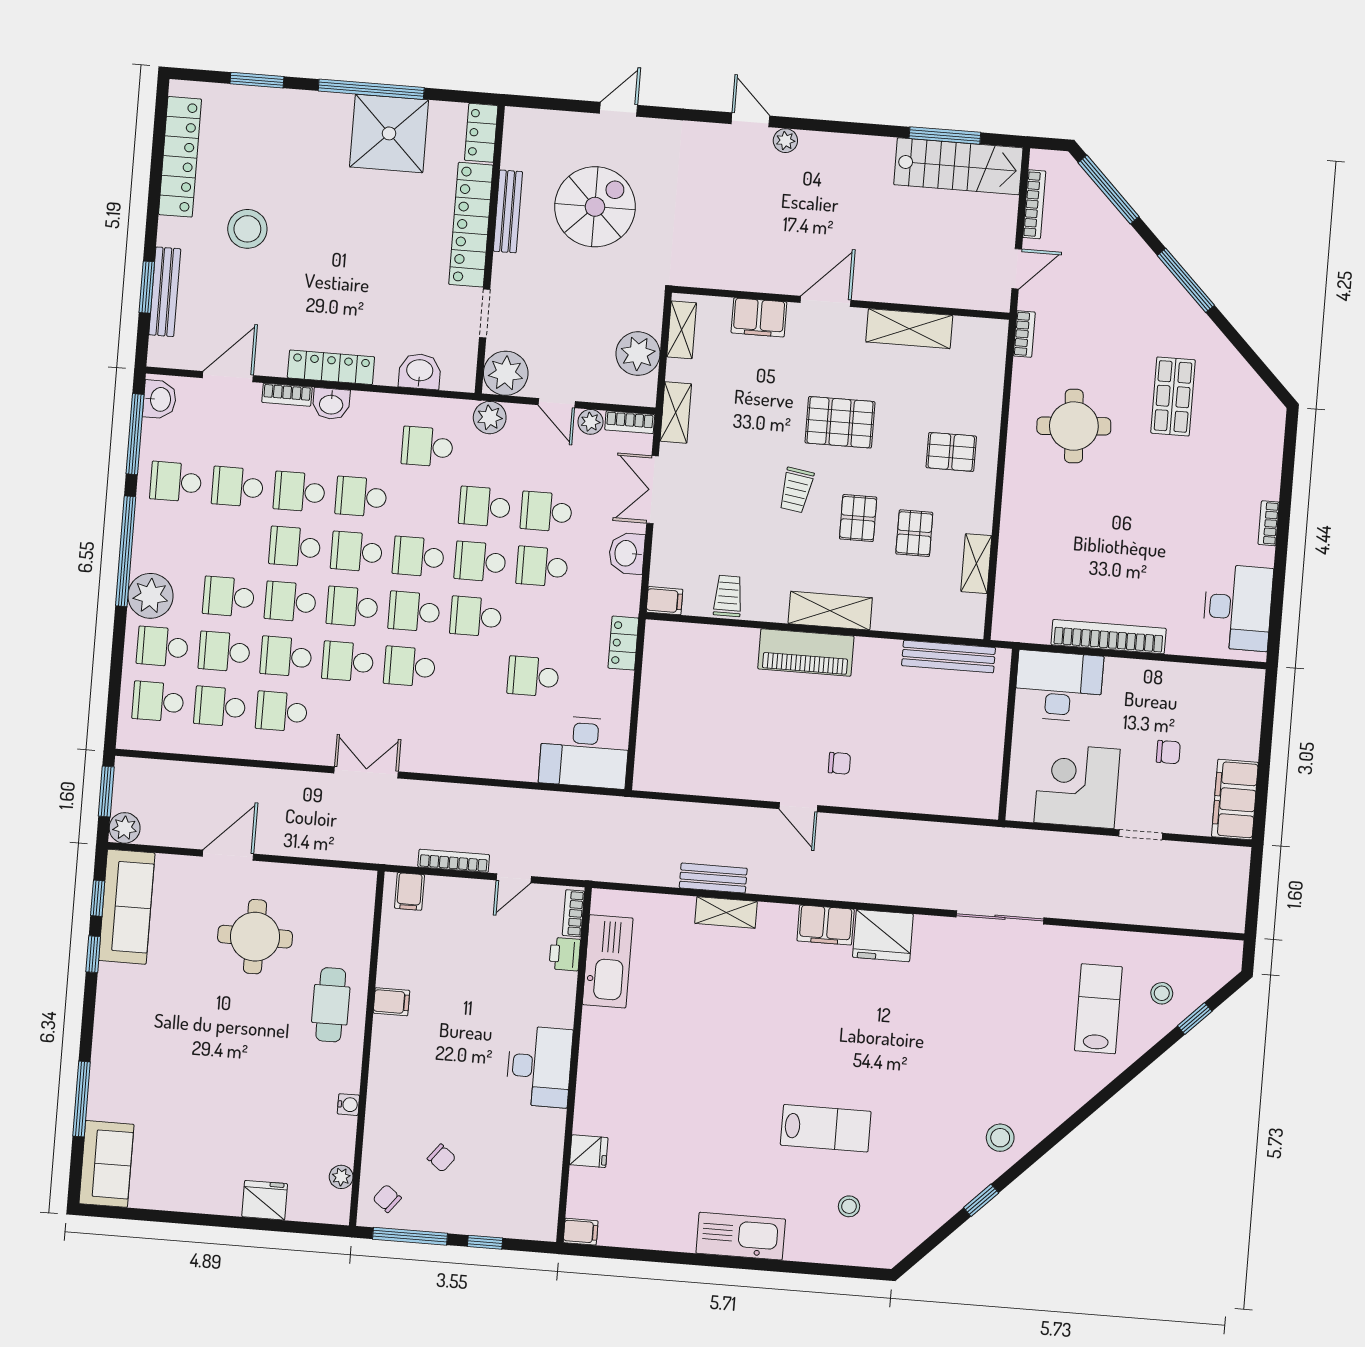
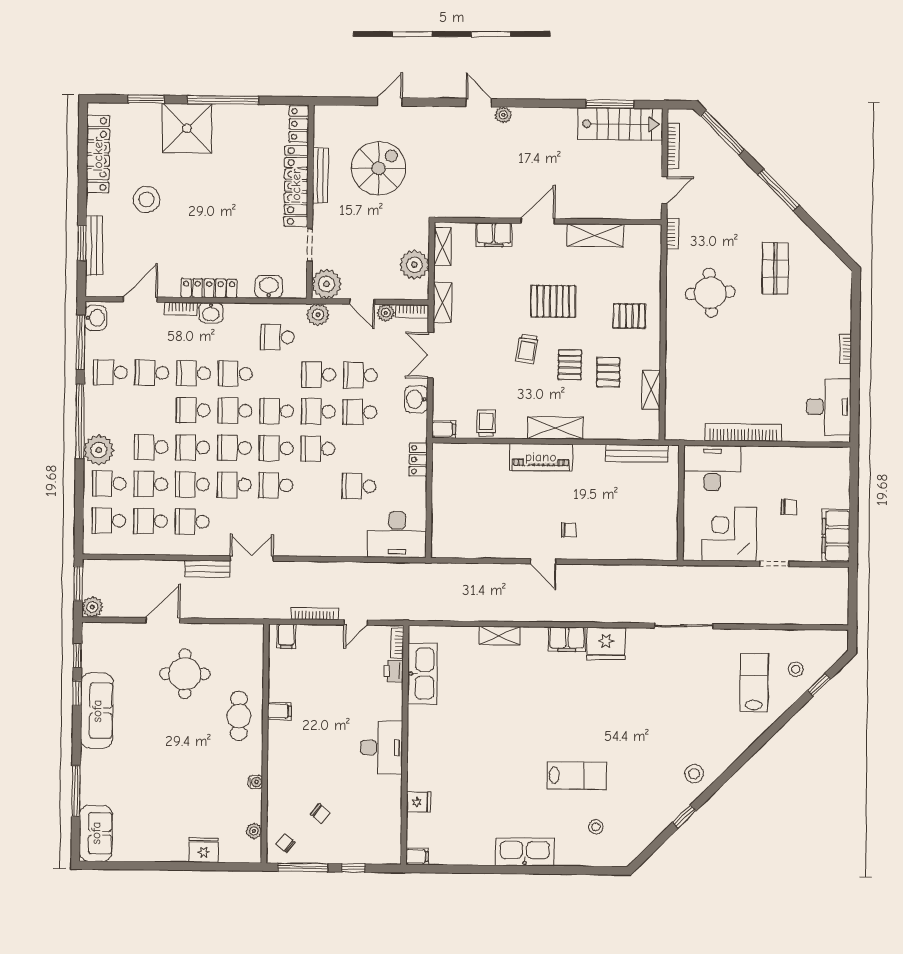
shower: (389, 133) -> (187, 128), moved
bench: (713, 878) -> (207, 569), moved
sofa: (127, 907) -> (97, 711), moved

